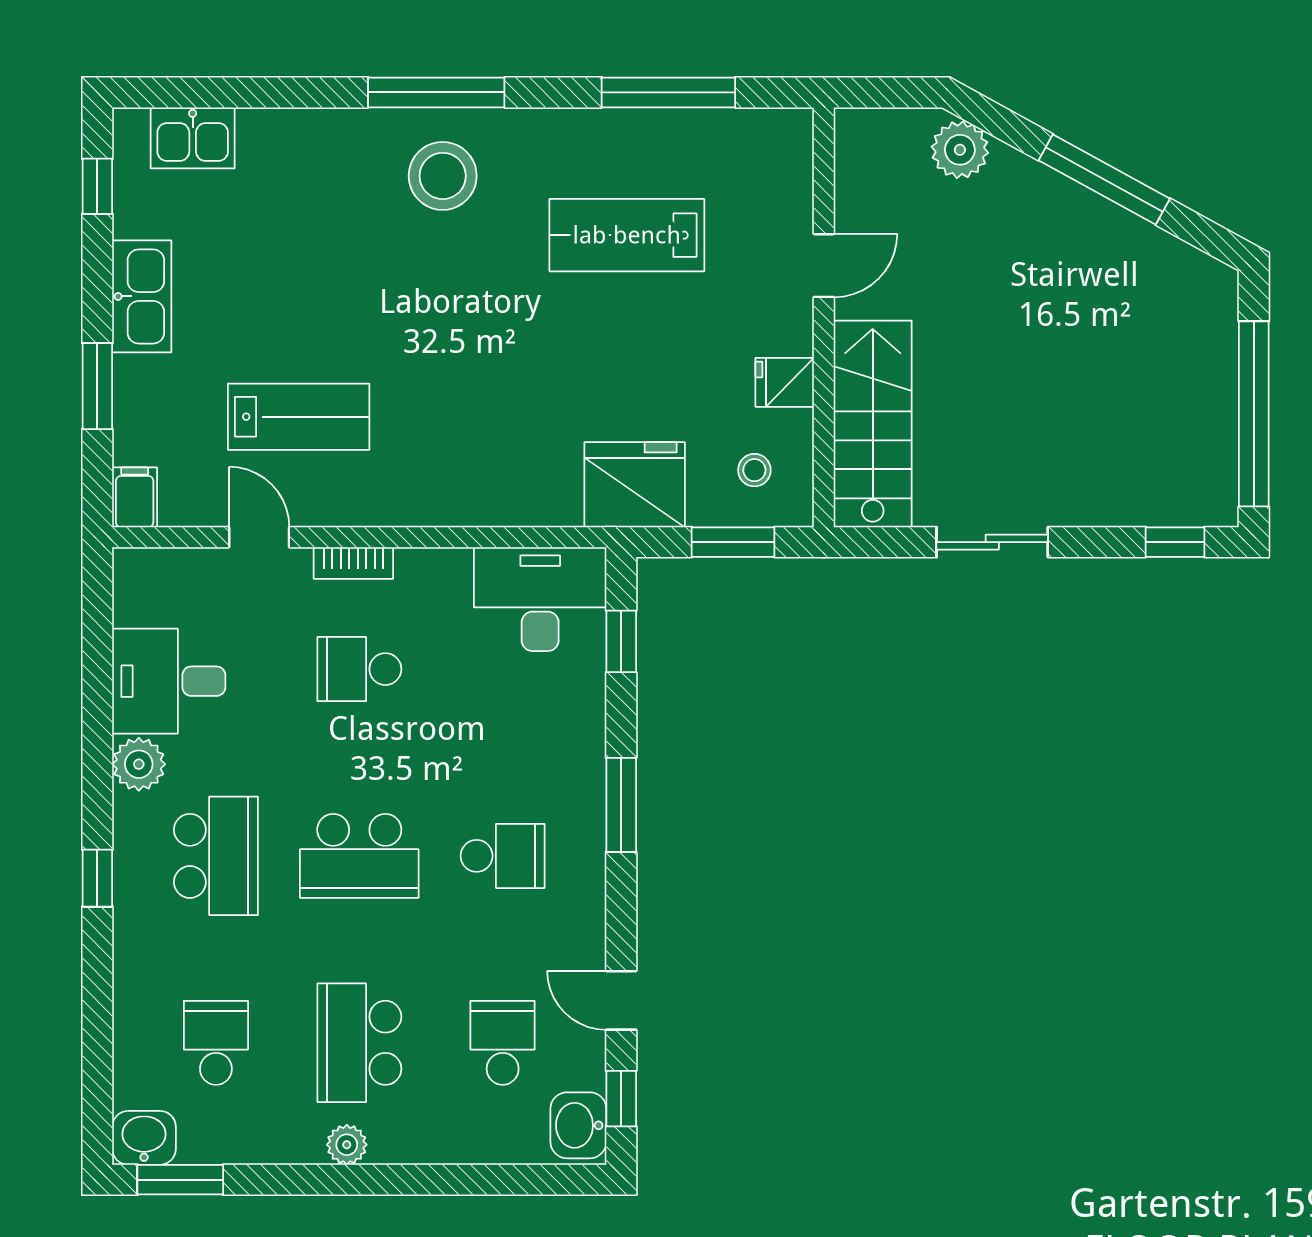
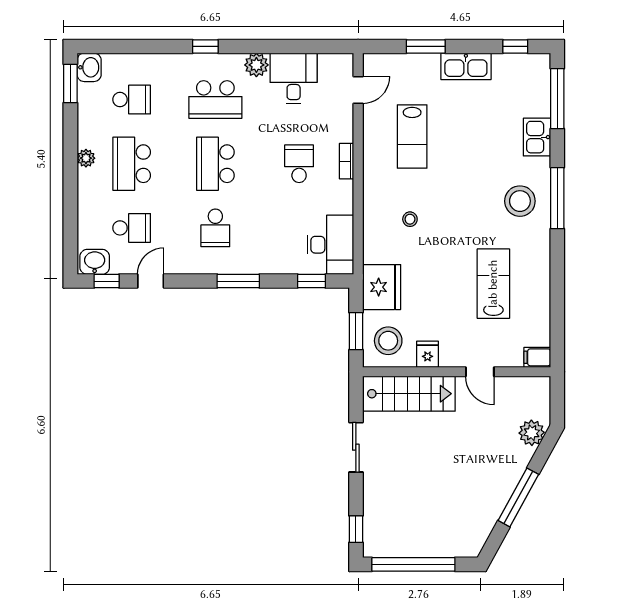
window: (668, 92) -> (557, 99), moved
kitchen sink: (193, 138) -> (537, 137), moved
stool: (483, 421) -> (410, 219), added
stool: (754, 470) -> (388, 341), width x1.89, depth x1.89
filing cabinet: (135, 497) -> (537, 357), moved, turned 180
door: (259, 537) -> (358, 90), moved
school desk: (359, 1043) -> (132, 164), turned -90

